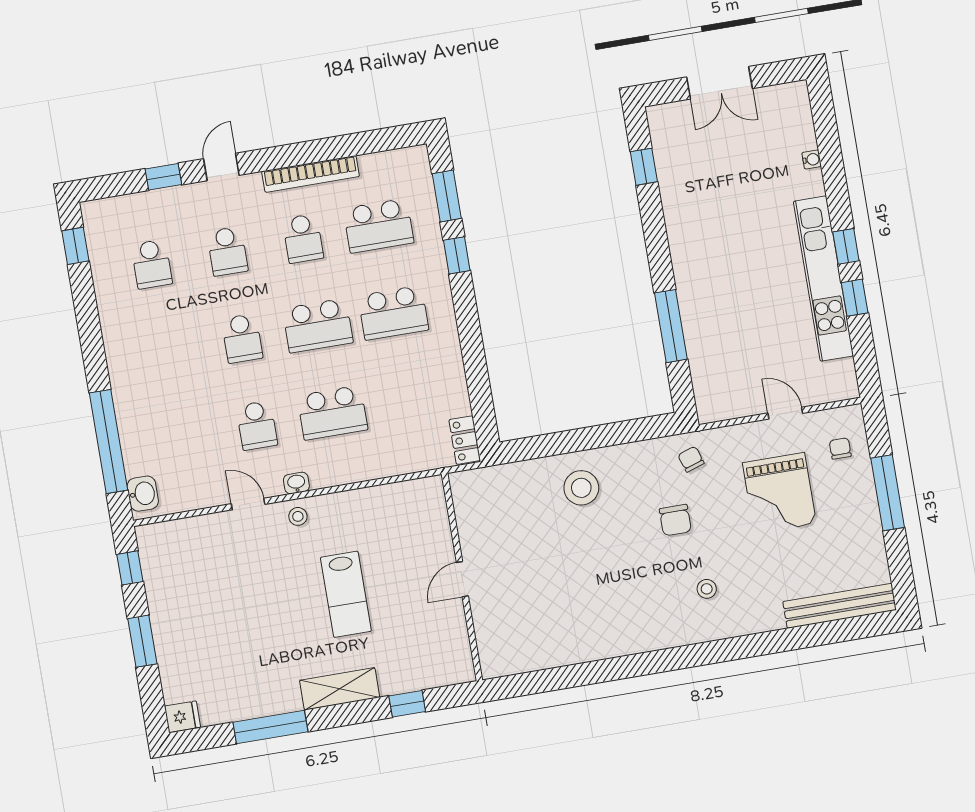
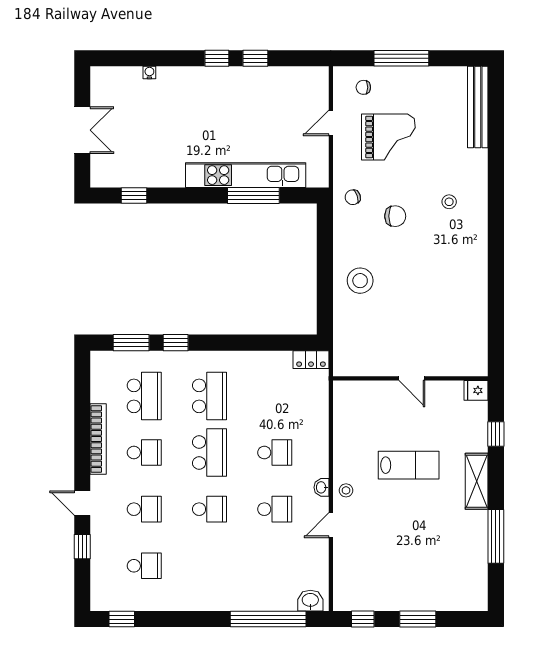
kitchen unit: (823, 279) -> (246, 175), moved, turned 180
school desk: (332, 413) -> (275, 453), width x0.54
fridge: (182, 717) -> (476, 390), moved, turned -90

